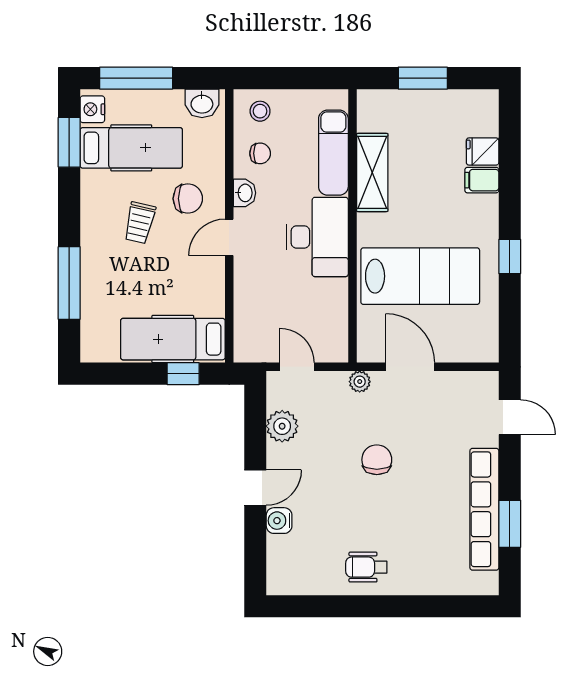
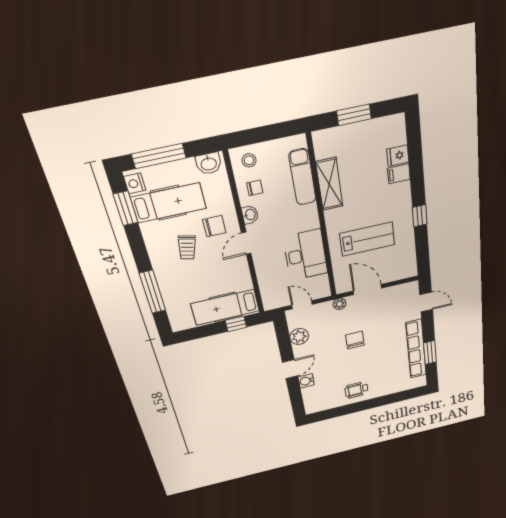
desk: (317, 237) -> (305, 255), moved
lab bench: (420, 276) -> (367, 239), width x0.73, depth x0.72

